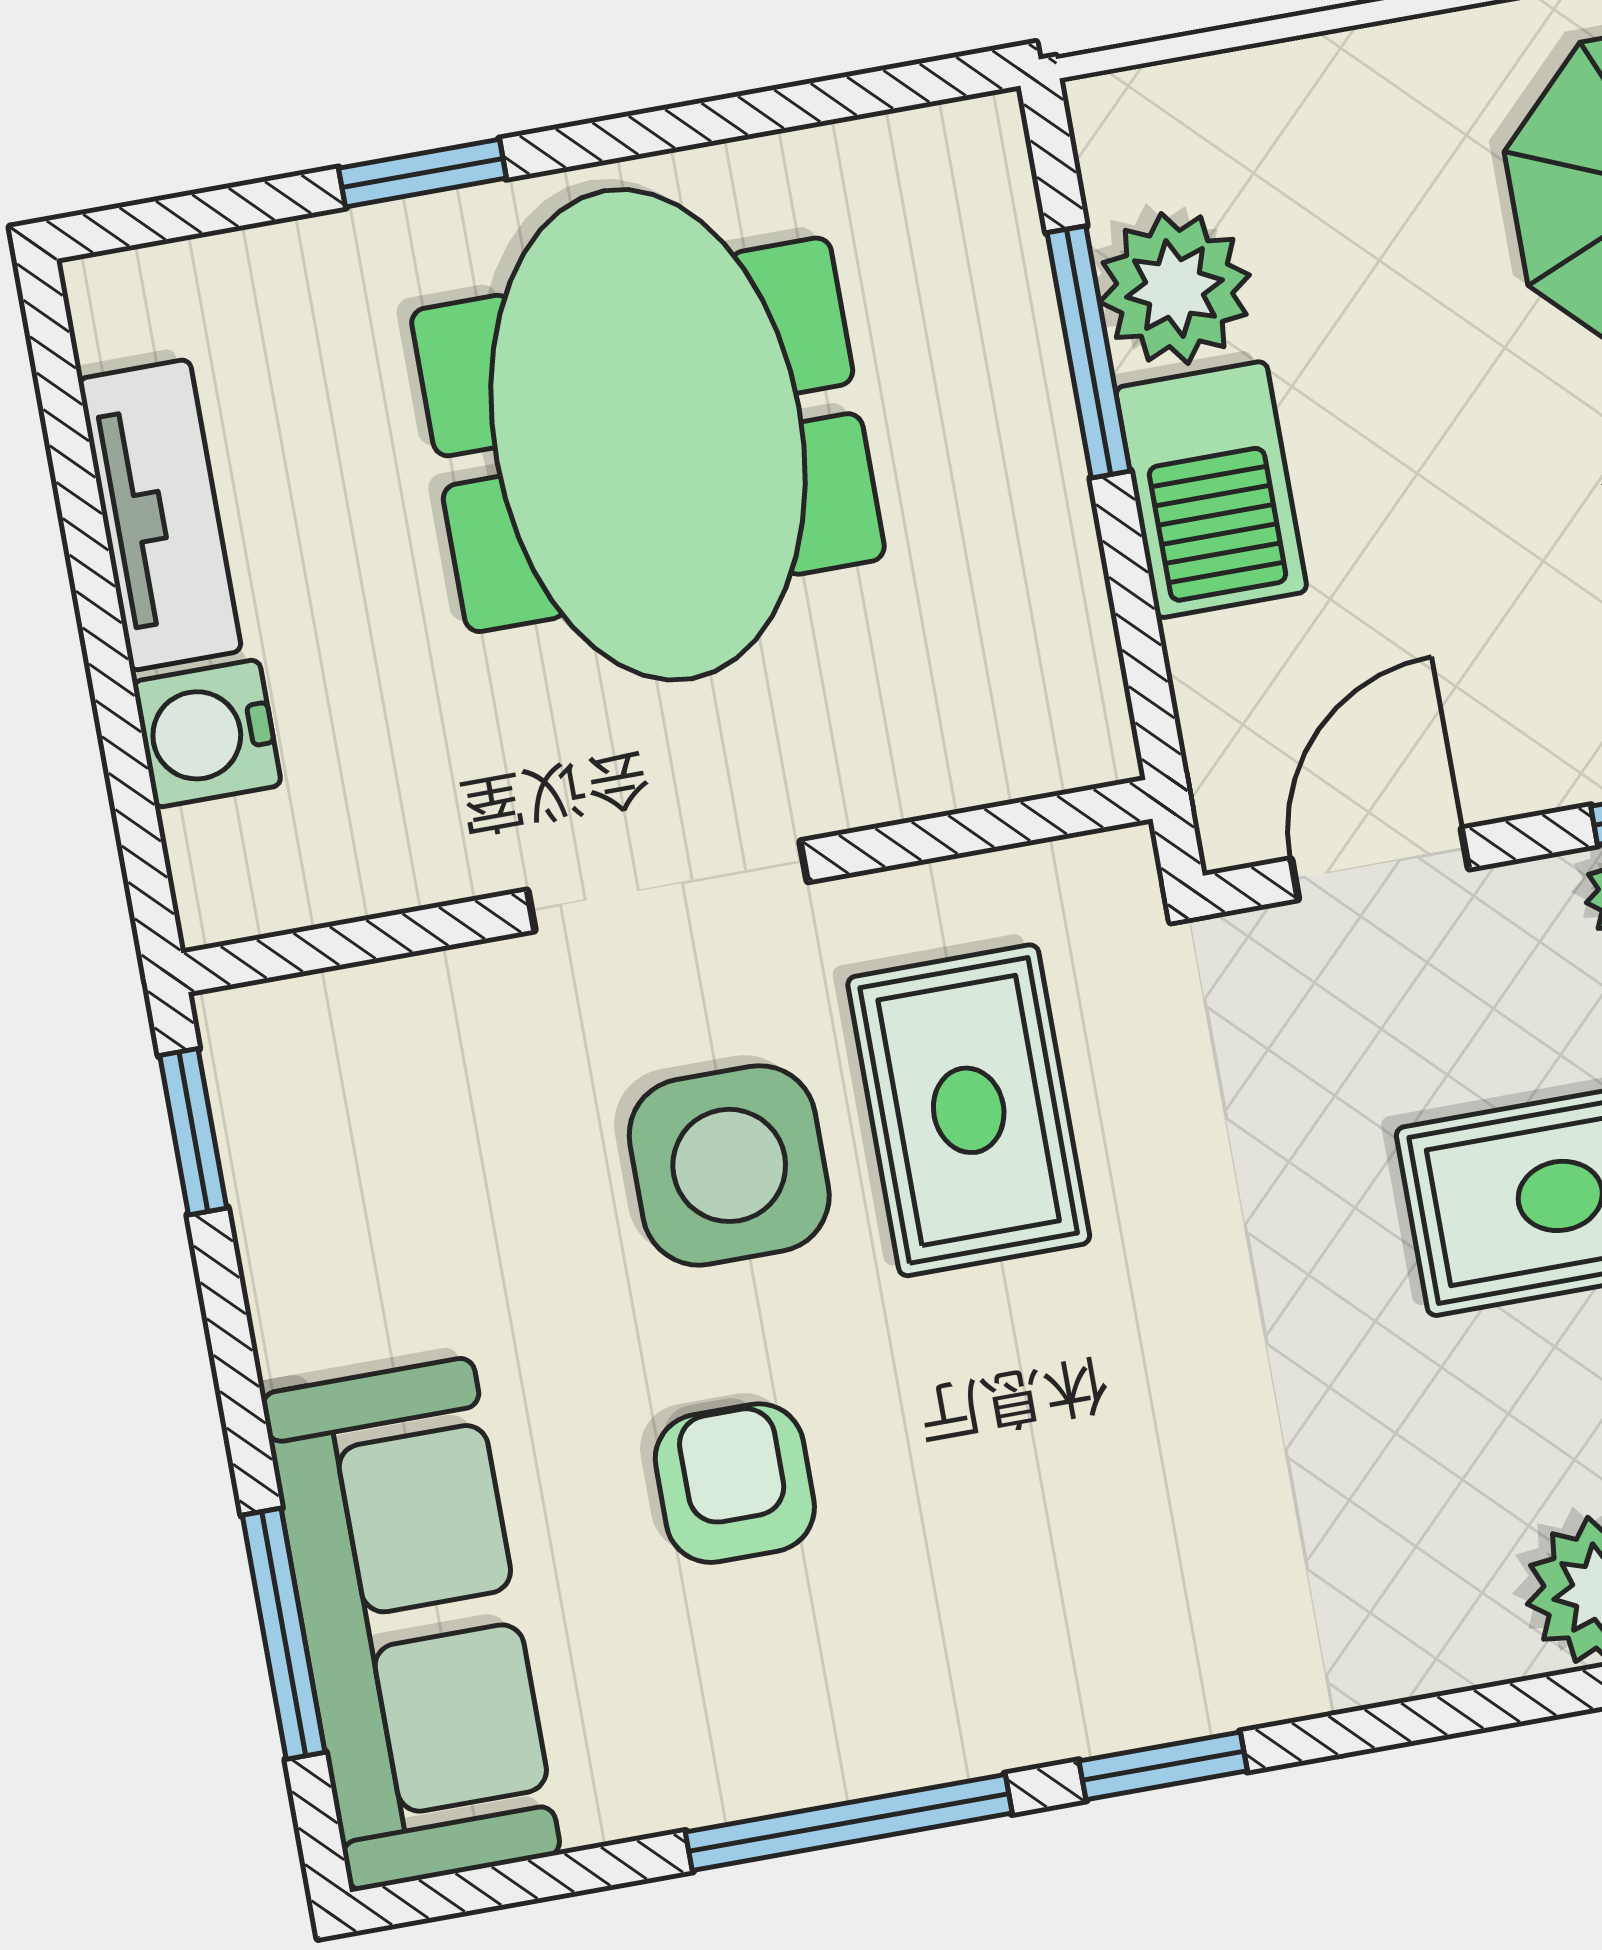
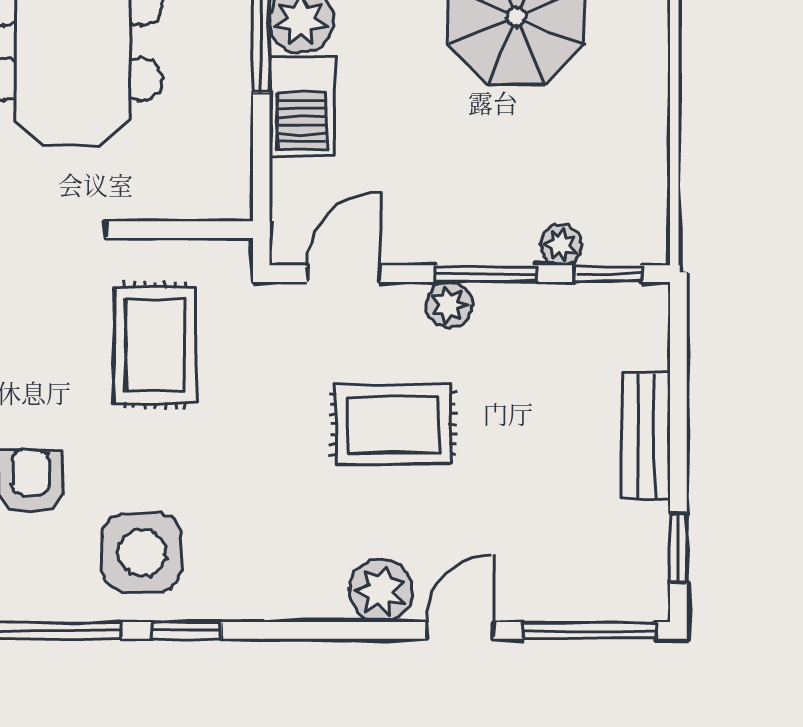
side table: (729, 1165) -> (142, 553), moved

